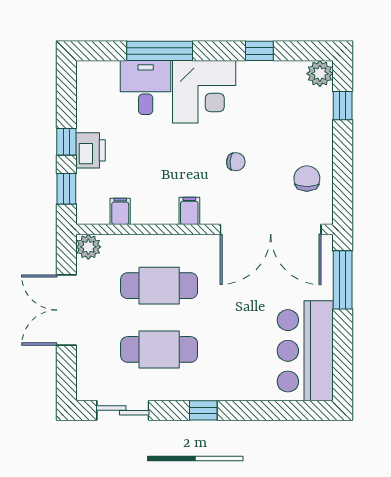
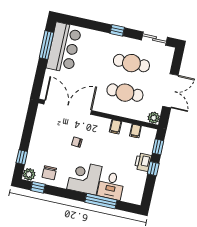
window: (259, 51) -> (38, 187), moved
chair: (307, 178) -> (49, 173), moved
filing cabinet: (189, 211) -> (115, 127), moved
window: (343, 280) -> (46, 45), moved

